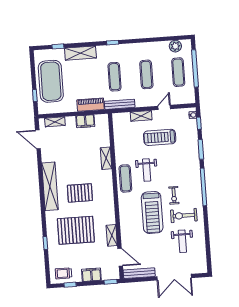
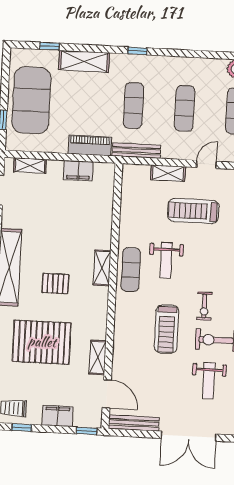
shelving: (106, 158) -> (102, 268), moved
pallet: (80, 193) -> (55, 284), width x0.67, depth x0.71
treadmill: (152, 212) -> (166, 329), width x0.73, depth x0.73

